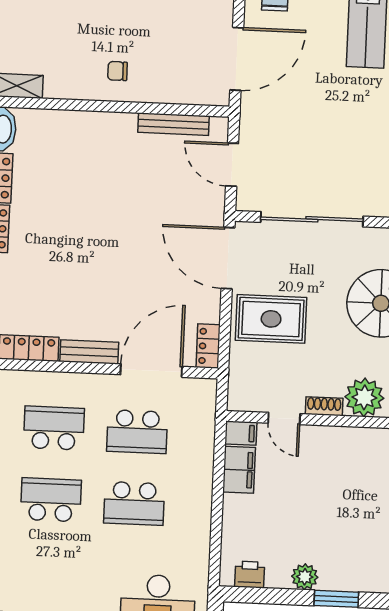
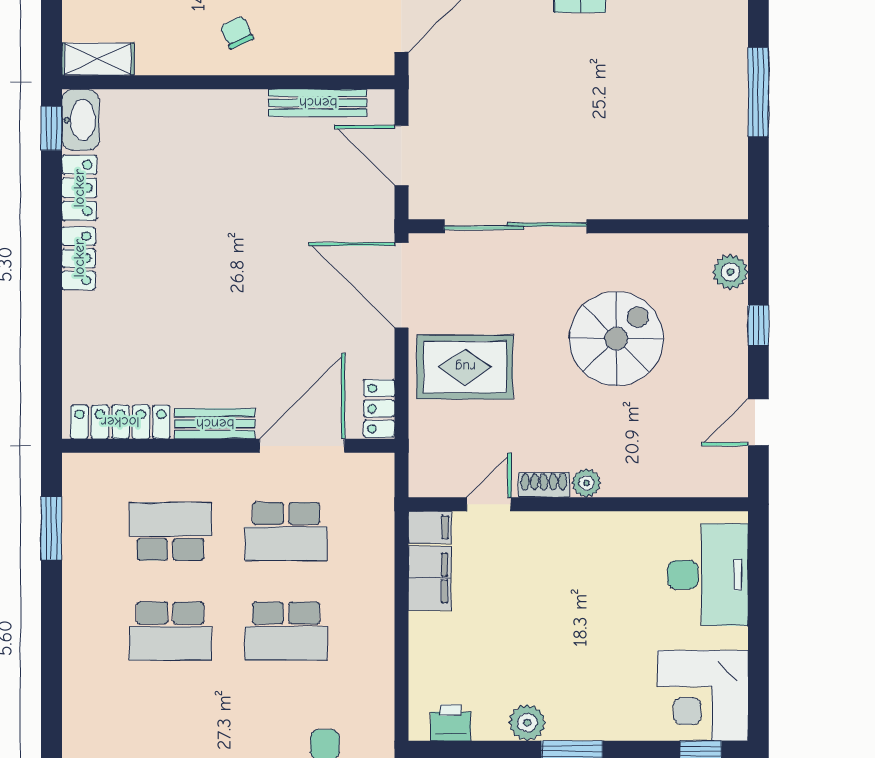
chair: (117, 71) -> (237, 32), turned 65
plant: (364, 397) -> (586, 483), width x0.53, depth x0.53
door: (284, 418) -> (489, 504), swing flipped
school desk: (51, 500) -> (170, 631), turned 180

